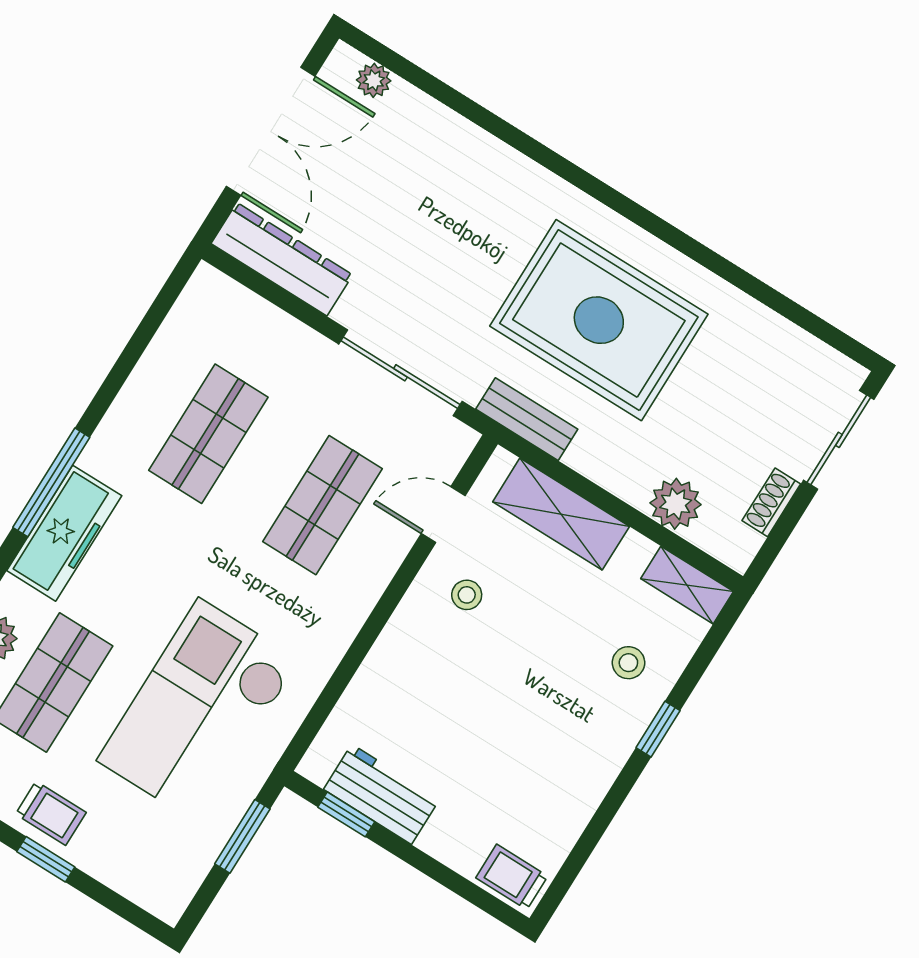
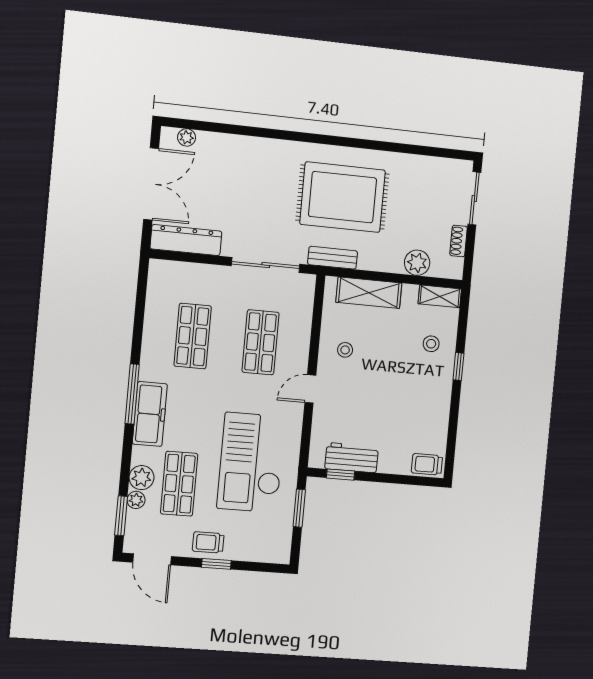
door: (443, 515) -> (310, 389), moved
trolley: (51, 813) -> (208, 542), turned 180

